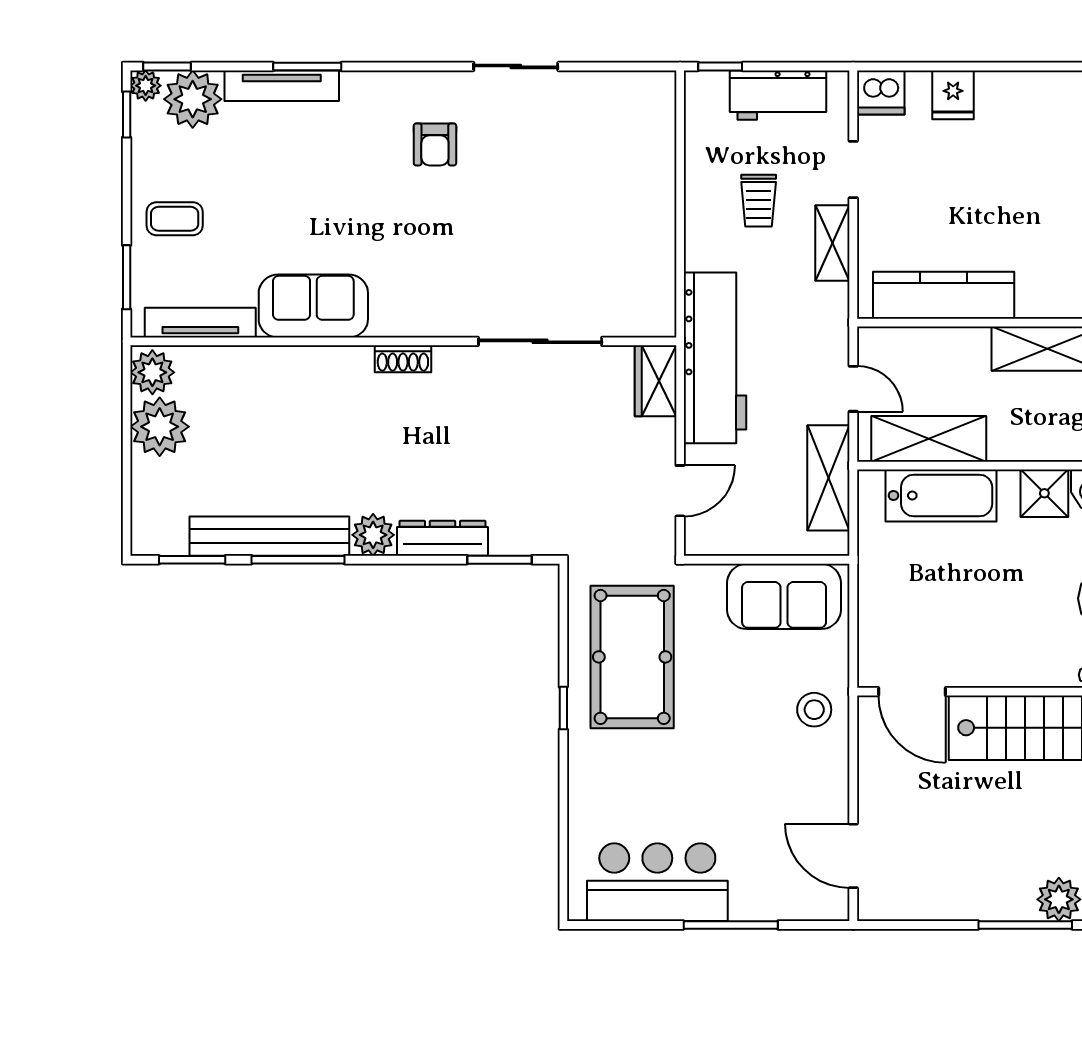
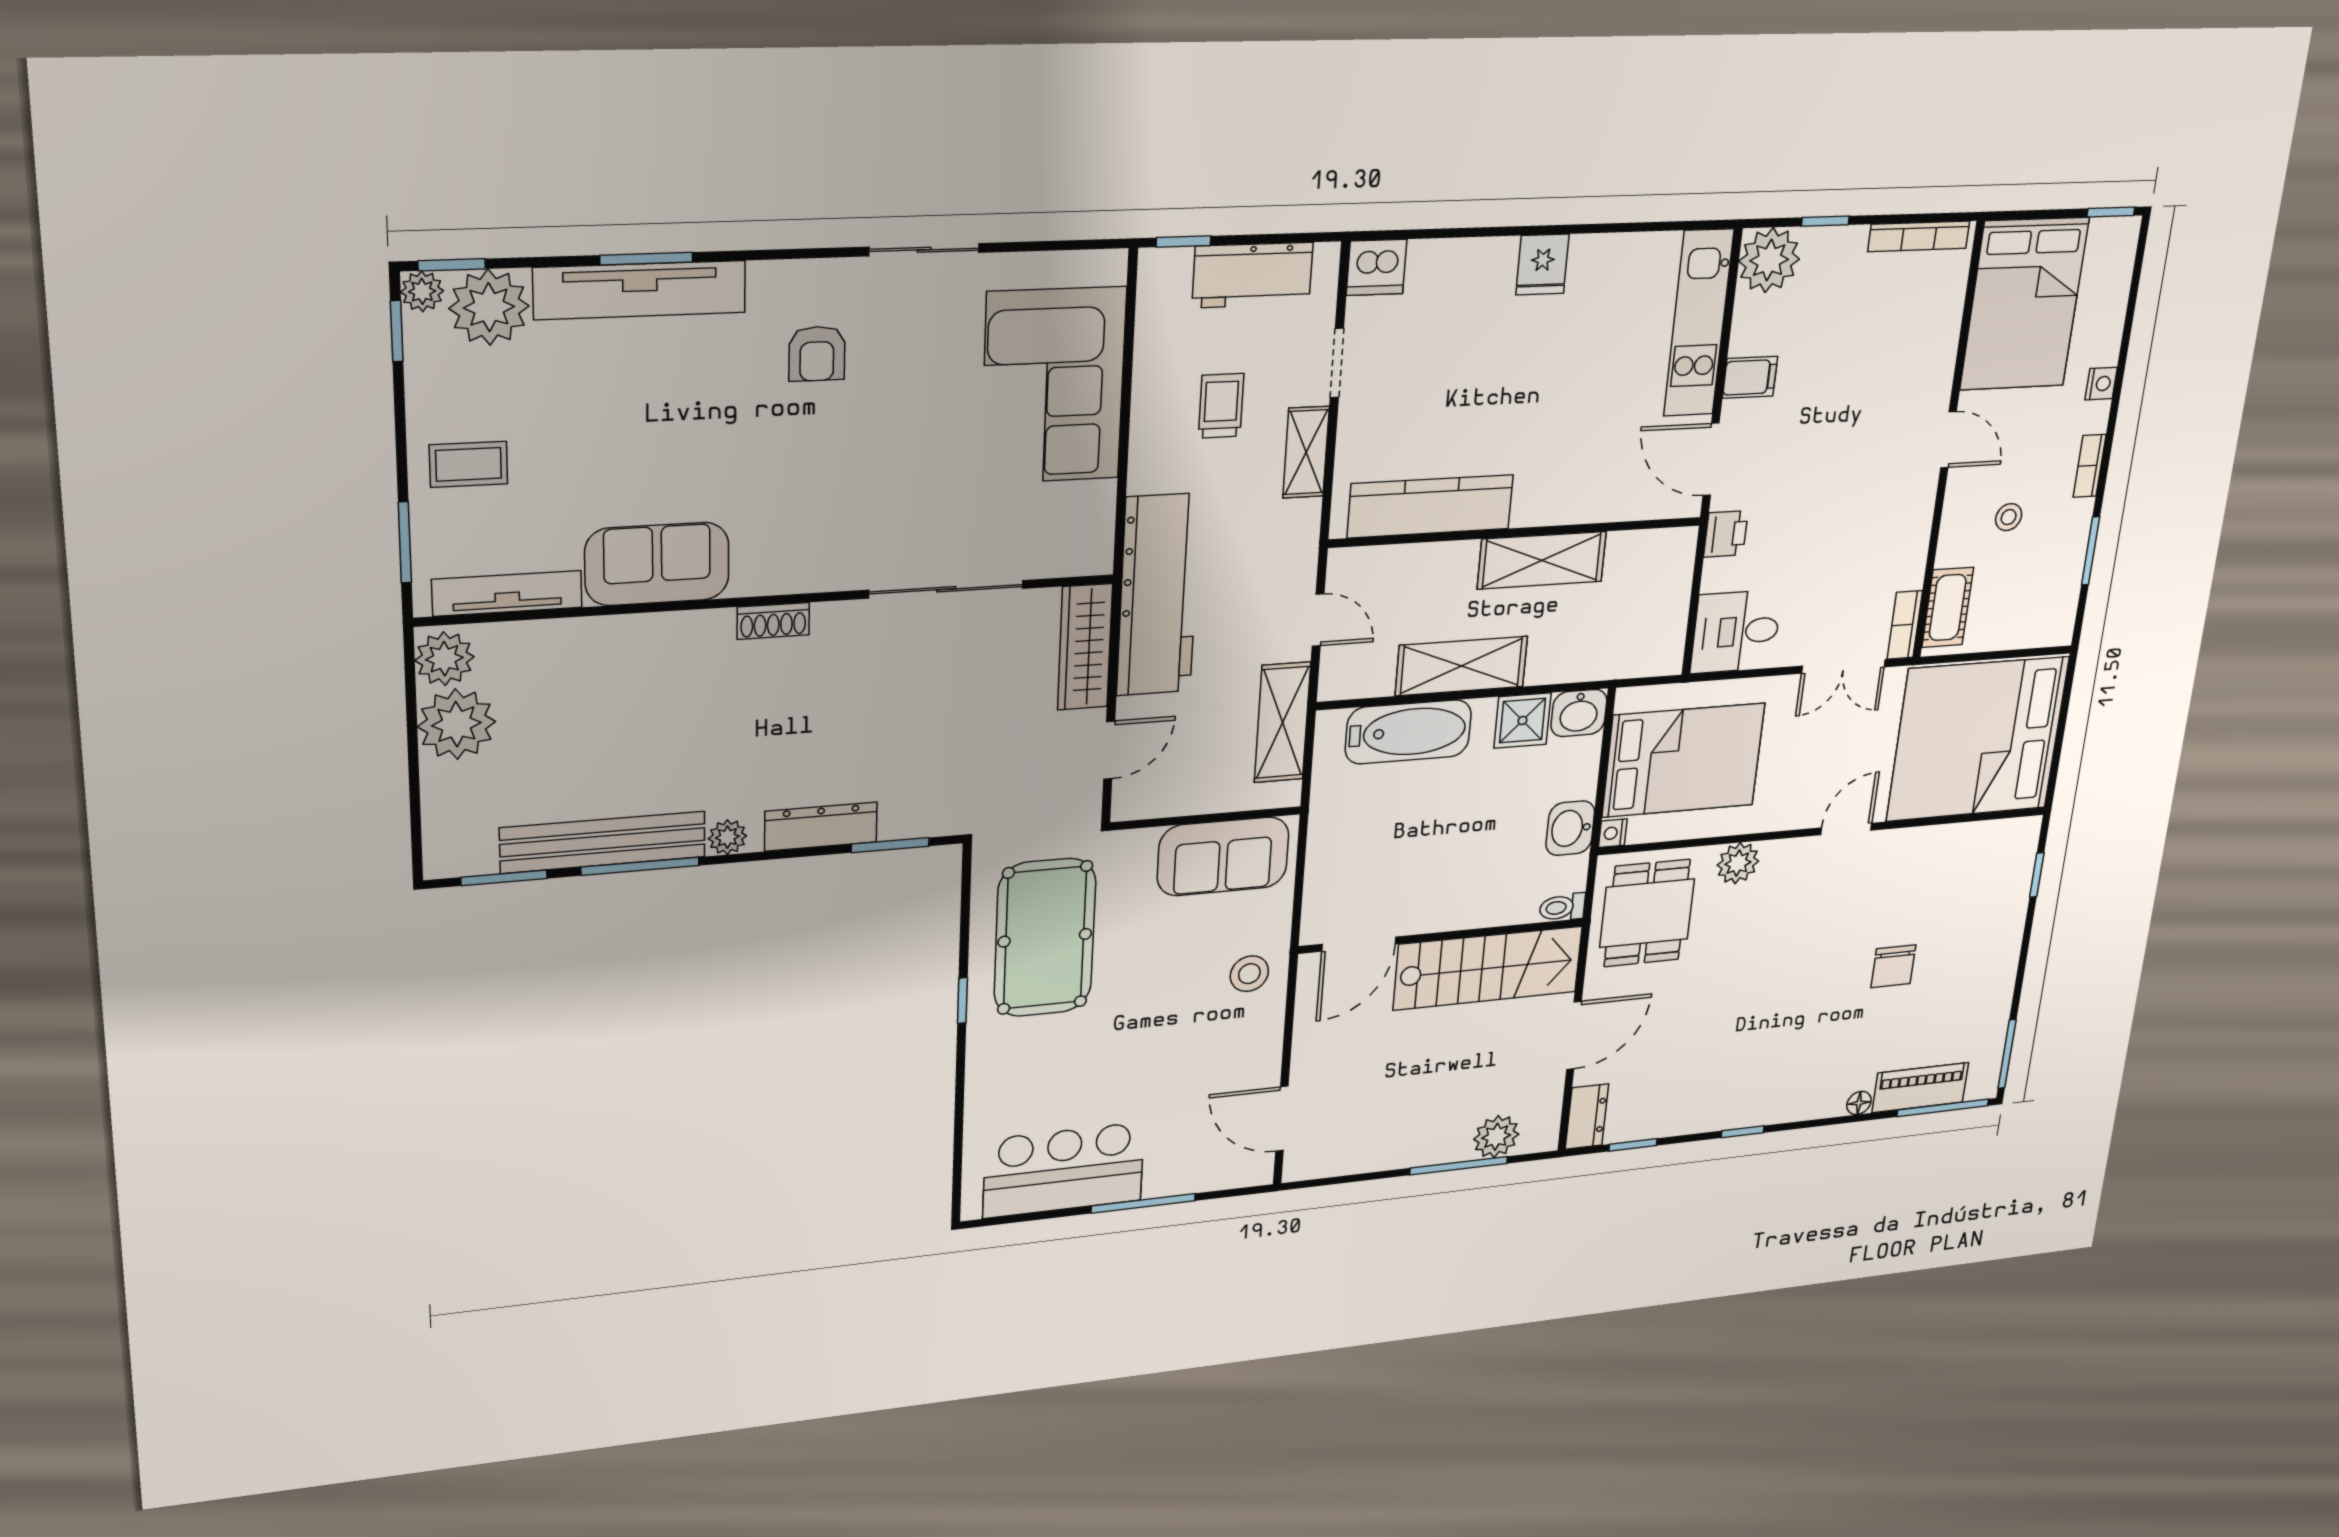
tv unit: (282, 86) -> (640, 290), width x1.36, depth x1.29
fridge: (953, 95) -> (1542, 265), moved
corner sofa: (621, 178) -> (1053, 386), added
trolley: (759, 201) -> (1221, 406), turned 180
wardrobe: (656, 381) -> (1085, 647), width x1.50
shelving: (929, 439) -> (1461, 666), moved
plant: (373, 535) -> (727, 837), width x0.73, depth x0.73
door: (912, 692) -> (1359, 944), hinge flipped

